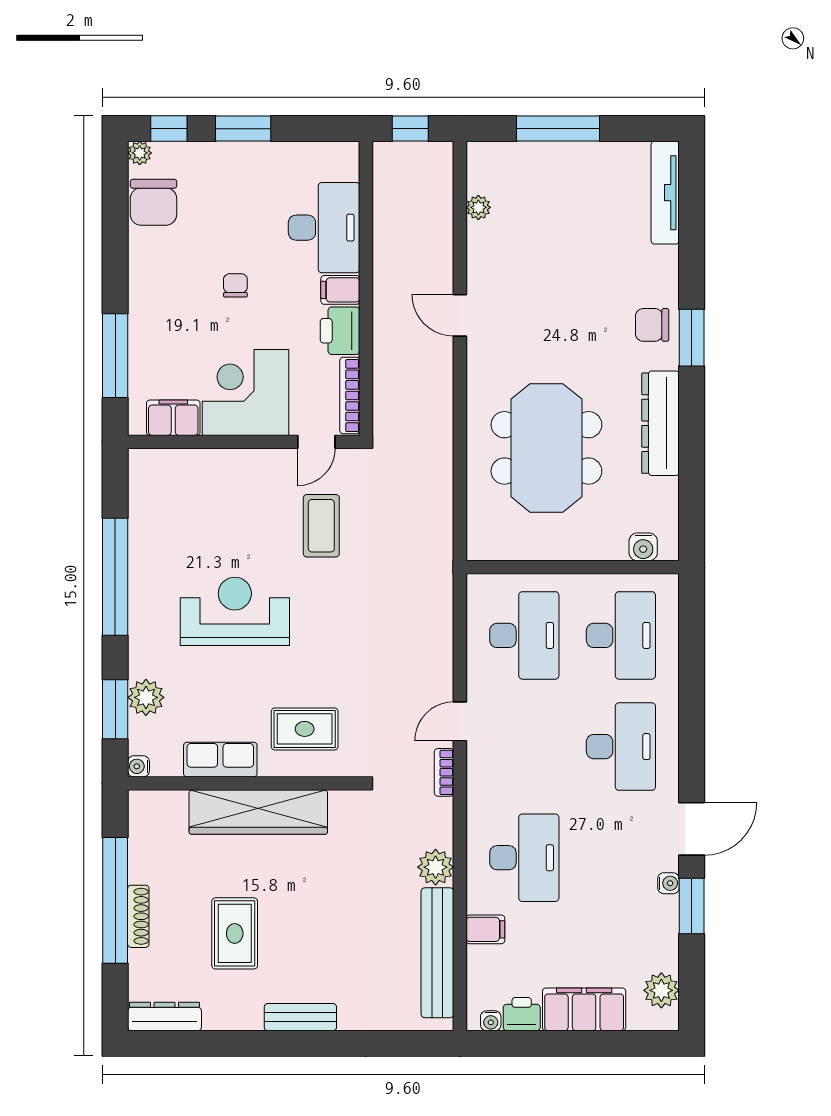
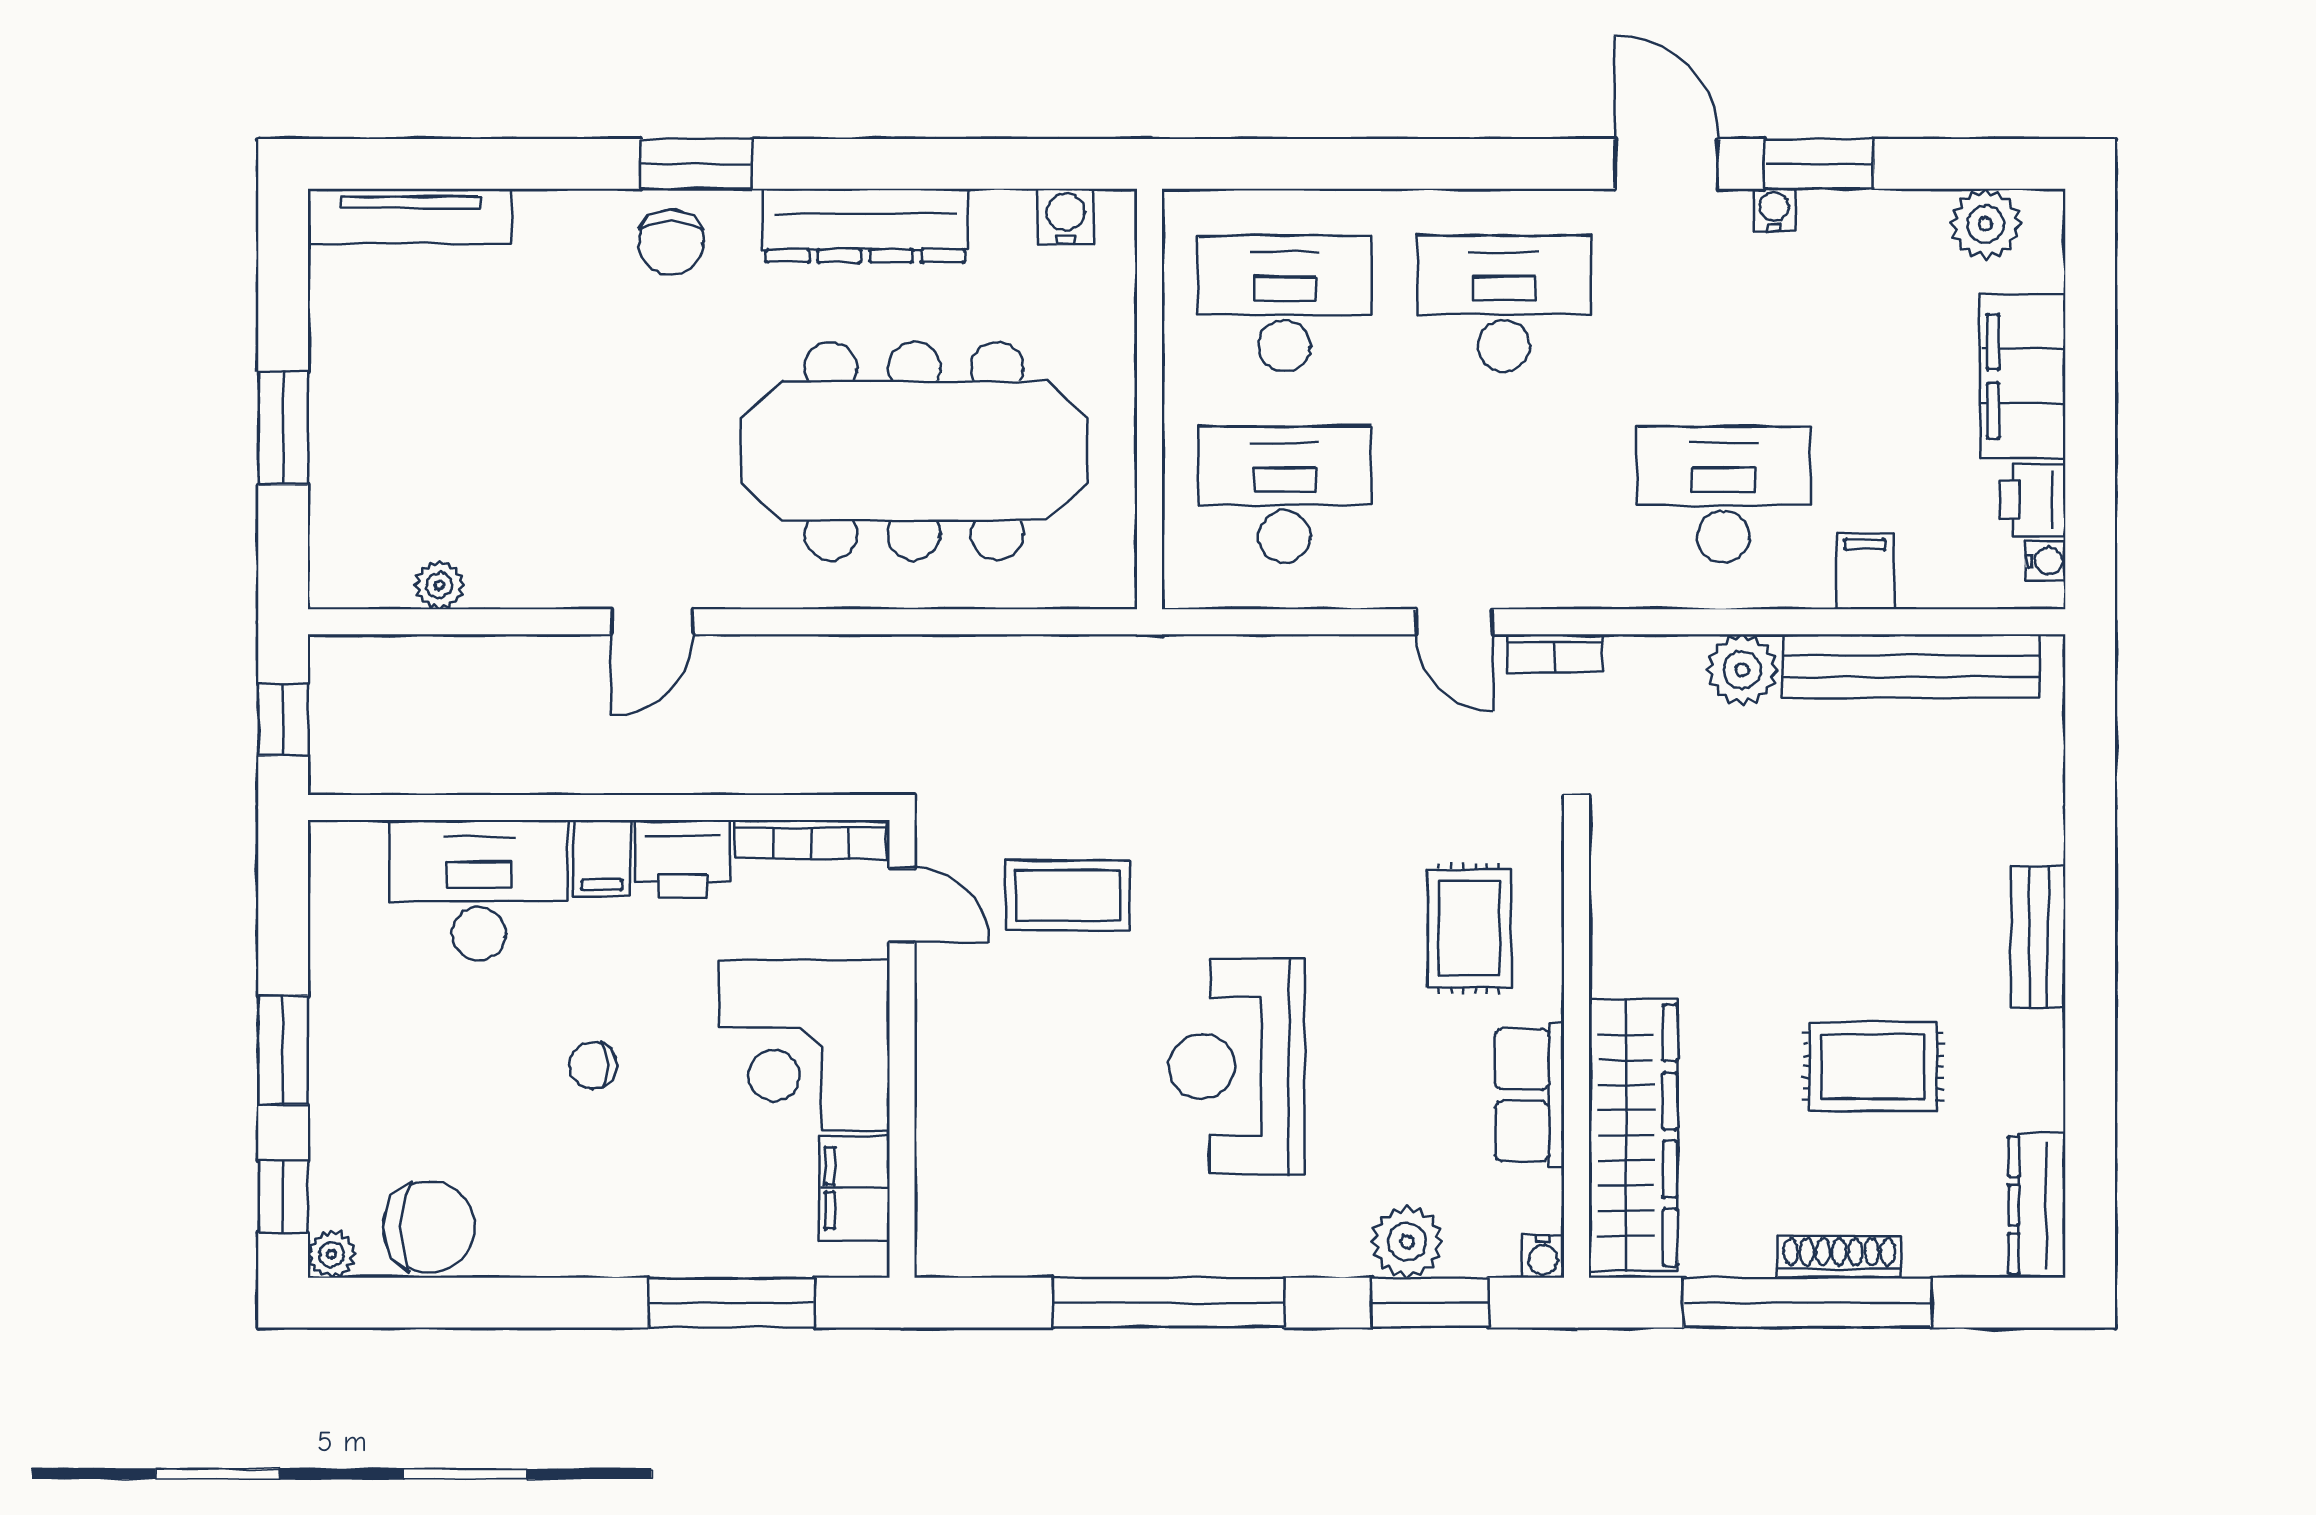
window: (558, 129) -> (283, 428), width x0.69
meeting table: (546, 448) -> (914, 451), width x1.36
water cooler: (643, 547) -> (1066, 216), moved, turned -90
wardrobe: (258, 812) -> (1633, 1135), moved

